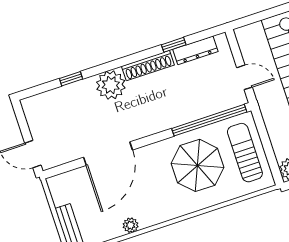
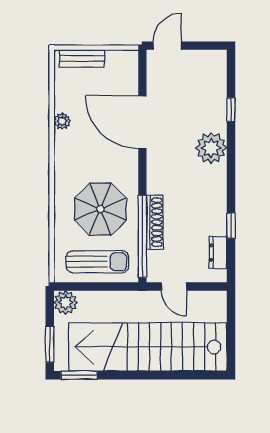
dresser: (195, 50) -> (218, 253), width x0.70
shoe rack: (148, 66) -> (155, 222), moved, turned 180
door: (245, 77) -> (174, 287), hinge flipped

